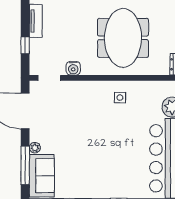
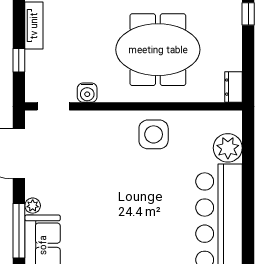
meeting table: (123, 38) -> (158, 50), turned 90
side table: (120, 98) -> (154, 134), width x1.87, depth x1.87

